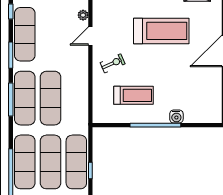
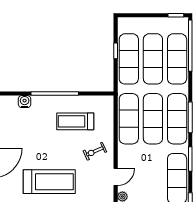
treadmill: (161, 31) -> (49, 182), turned 180
exercise mat: (76, 98) -> (129, 119), added
water cooler: (176, 116) -> (25, 102), moved

